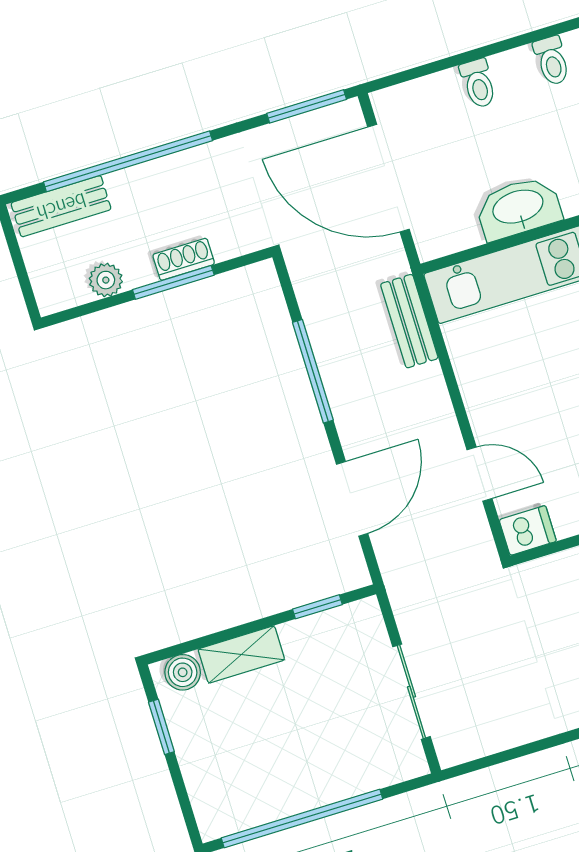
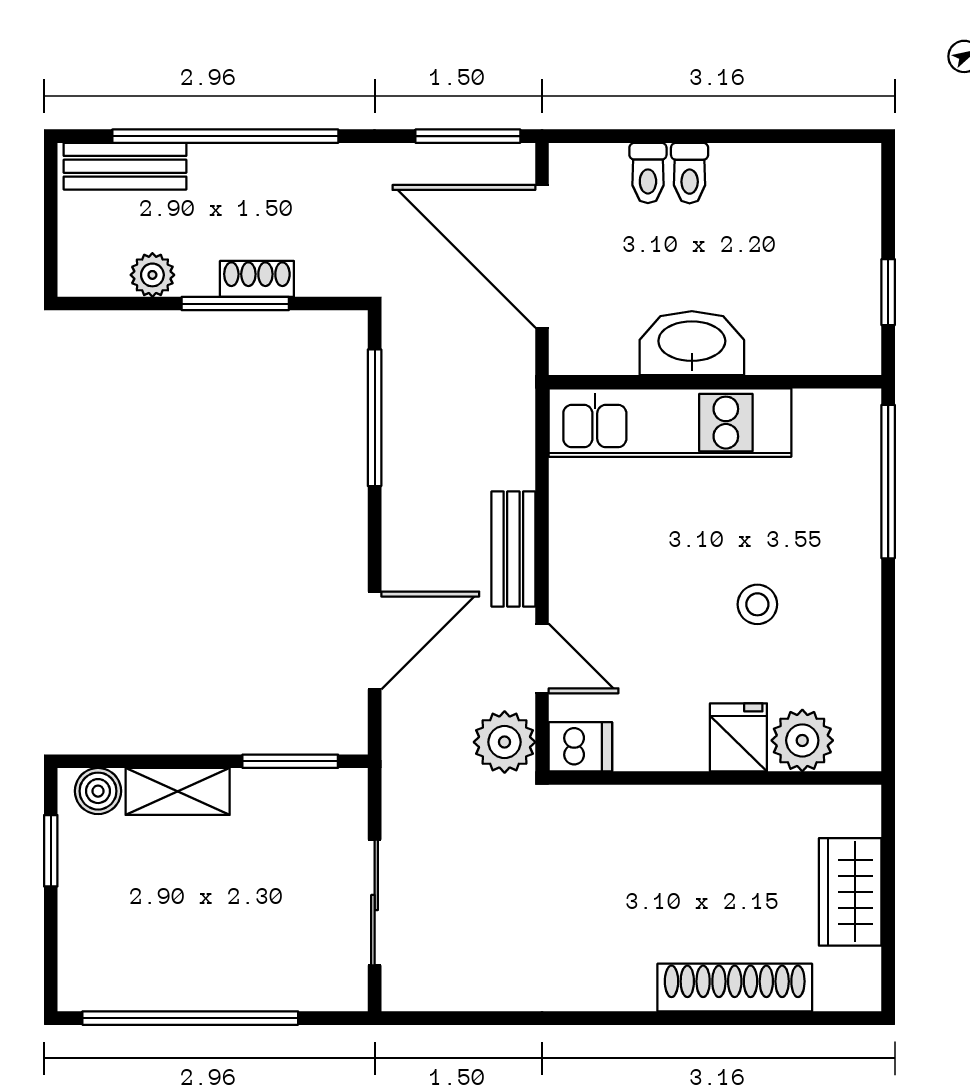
toilet: (552, 61) -> (648, 173), moved
bench: (409, 321) -> (513, 549), moved
window: (313, 371) -> (375, 418), moved
plant: (471, 544) -> (505, 742), added
window: (317, 607) -> (290, 761), width x1.50

